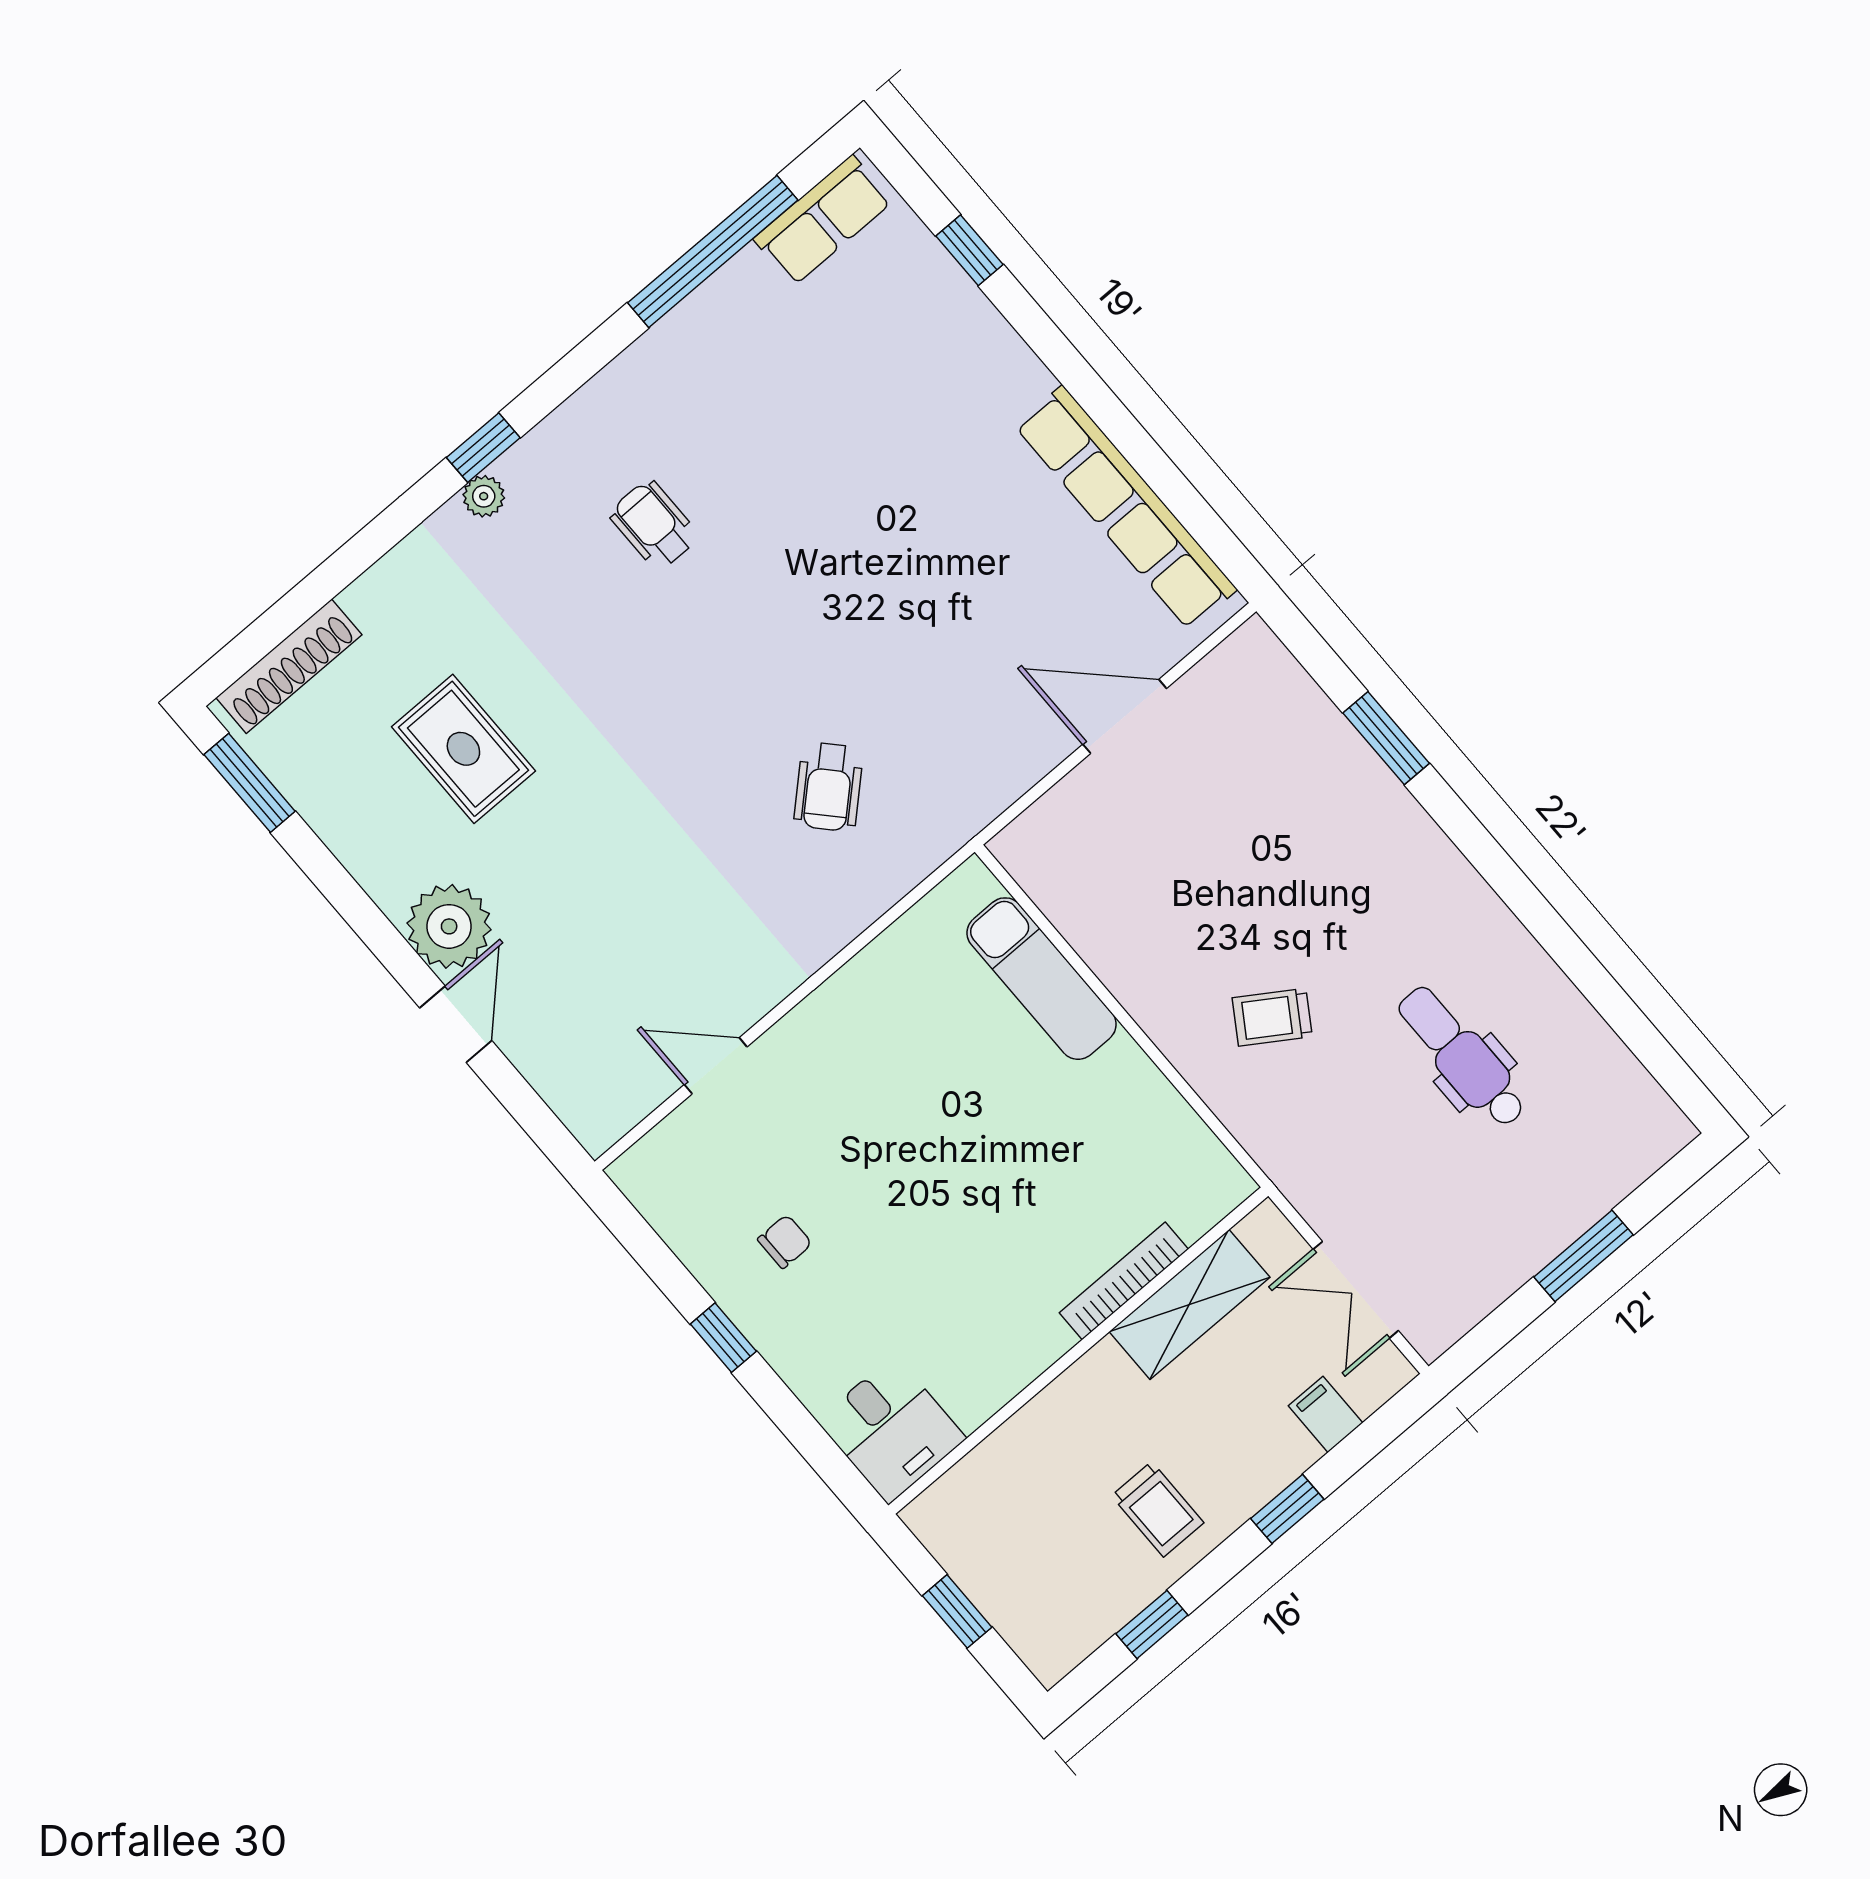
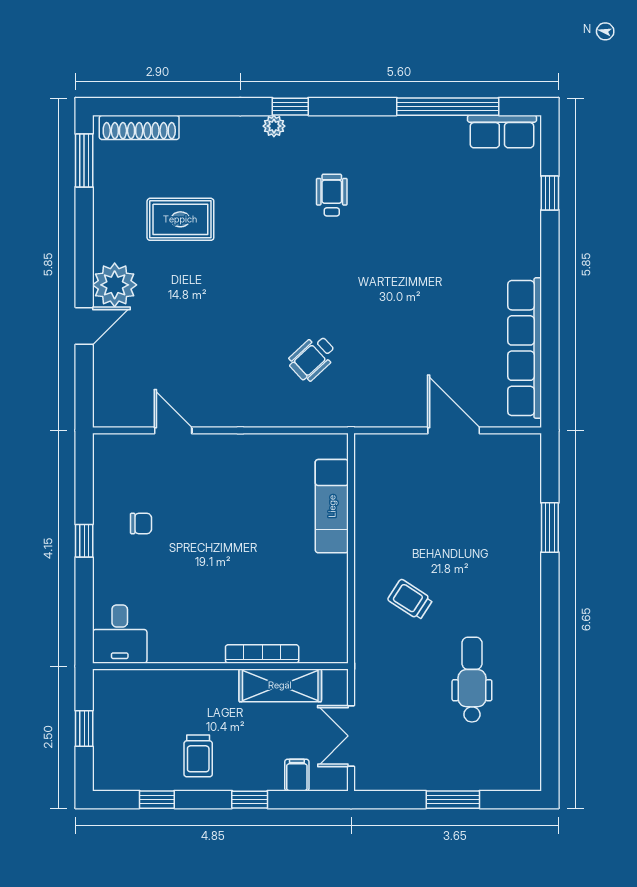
rug: (463, 749) -> (180, 219), turned 90

